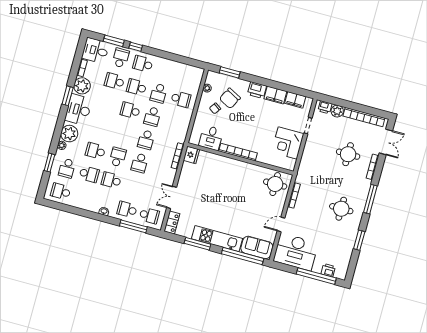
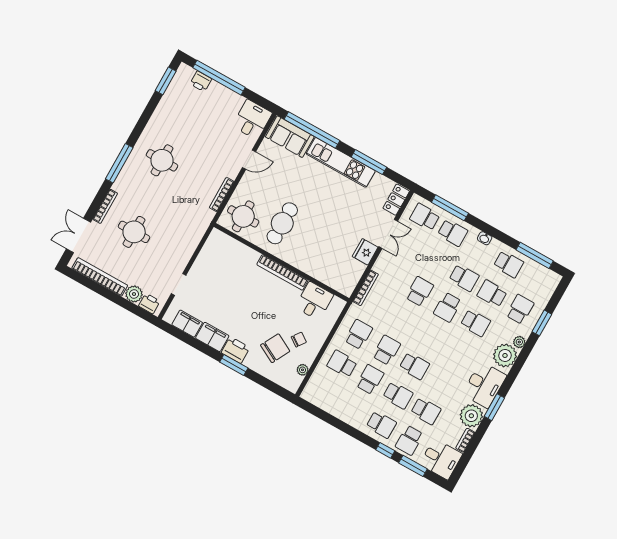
window: (230, 72) -> (234, 365), moved
school desk: (146, 140) -> (359, 334), moved
corner desk: (288, 143) -> (212, 268), removed
fridge: (191, 155) -> (365, 252), moved
cafe table: (247, 186) -> (282, 223), added
school desk: (61, 191) -> (509, 264), moved
window: (66, 208) -> (535, 255), added
window: (359, 240) -> (166, 81), moved
desk: (296, 252) -> (252, 120), width x0.53, depth x0.77

